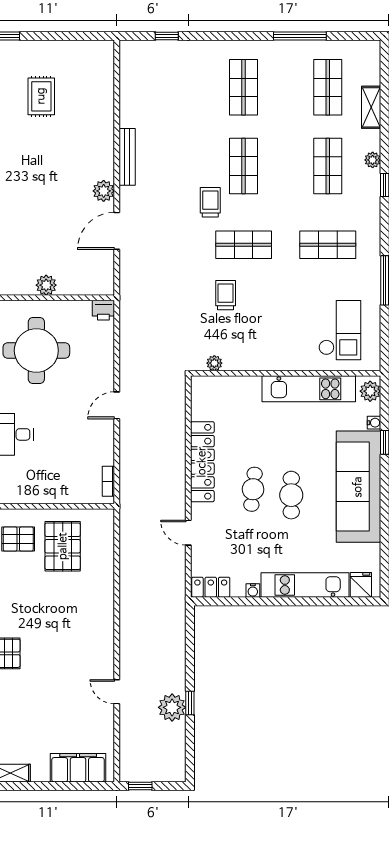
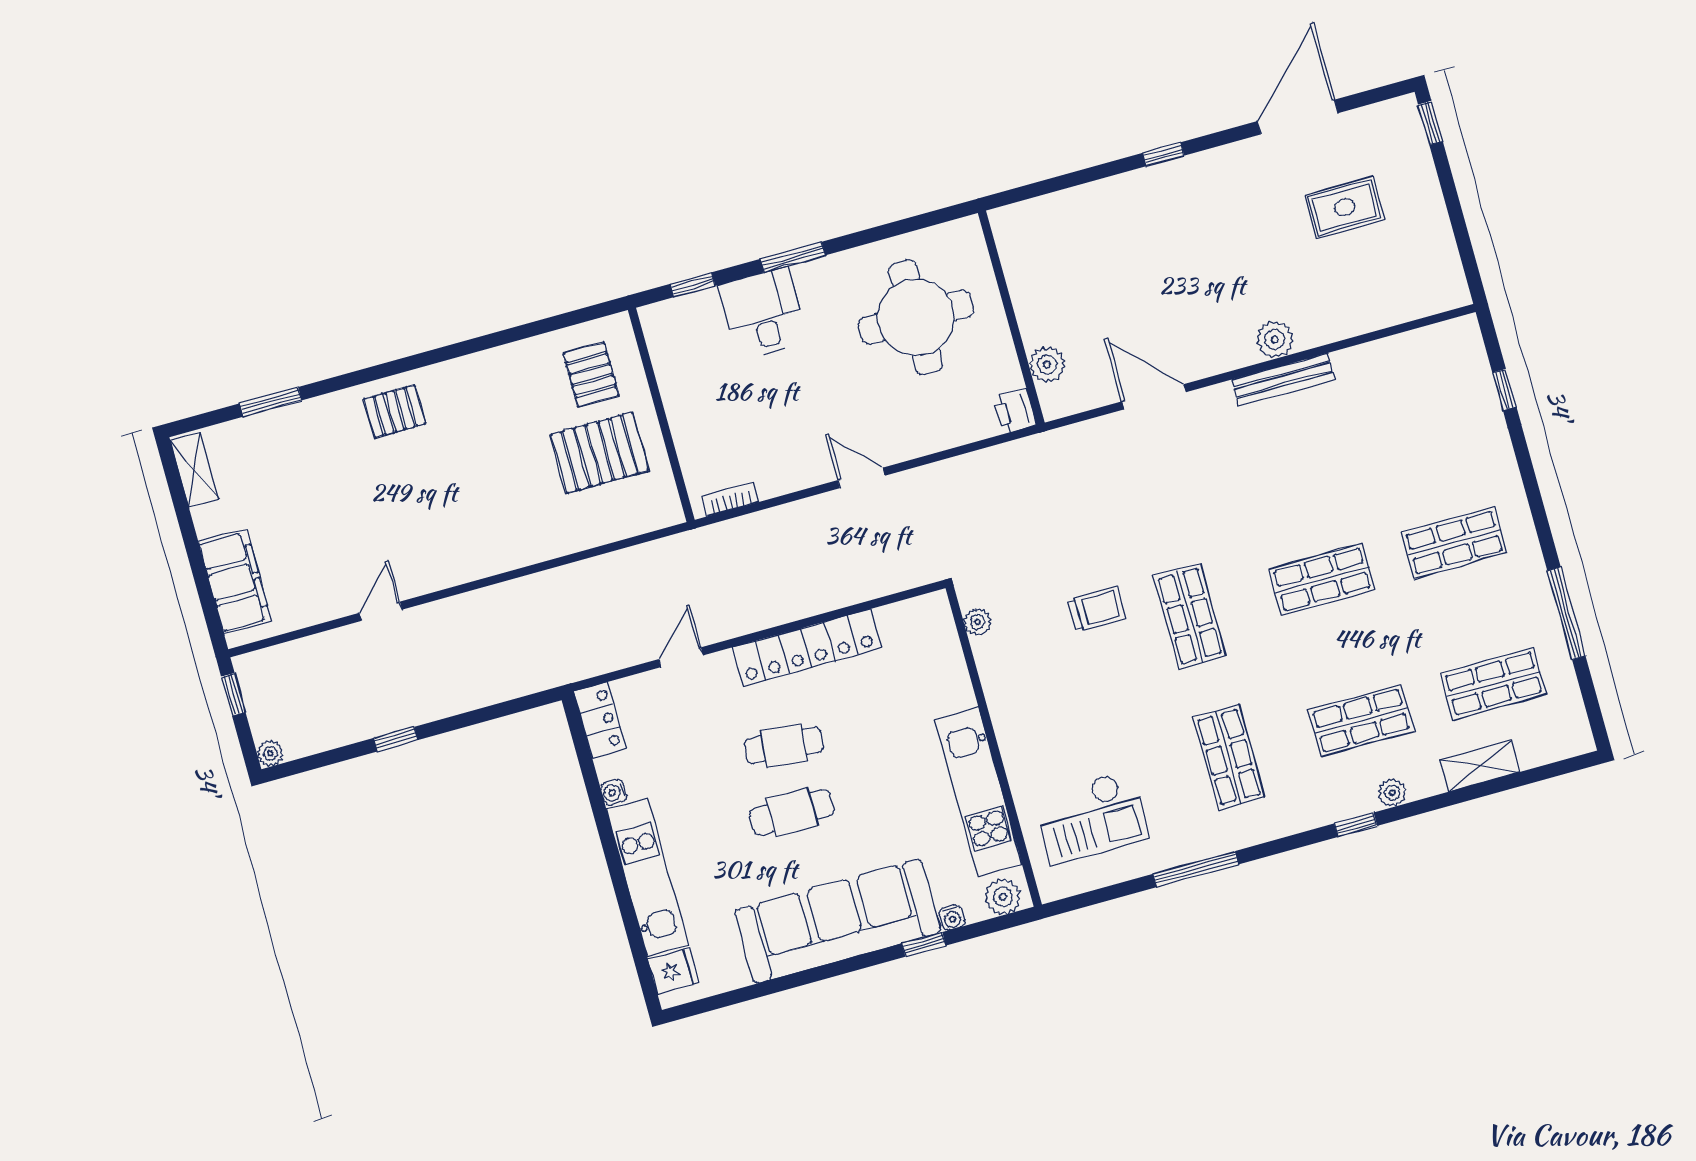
plant: (104, 191) -> (1275, 339), moved
trolley: (210, 202) -> (1246, 540), removed
plant: (46, 285) -> (1047, 365), moved
plant: (172, 707) -> (270, 753), moved, width x0.53, depth x0.53

